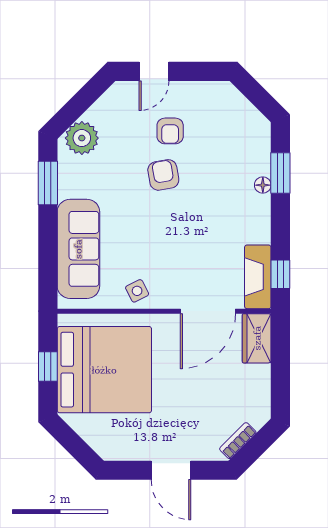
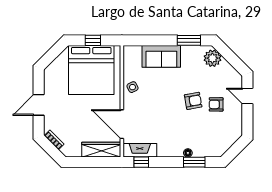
sofa: (78, 249) -> (161, 56), width x0.73
wardrobe: (257, 338) -> (101, 150), width x1.50

